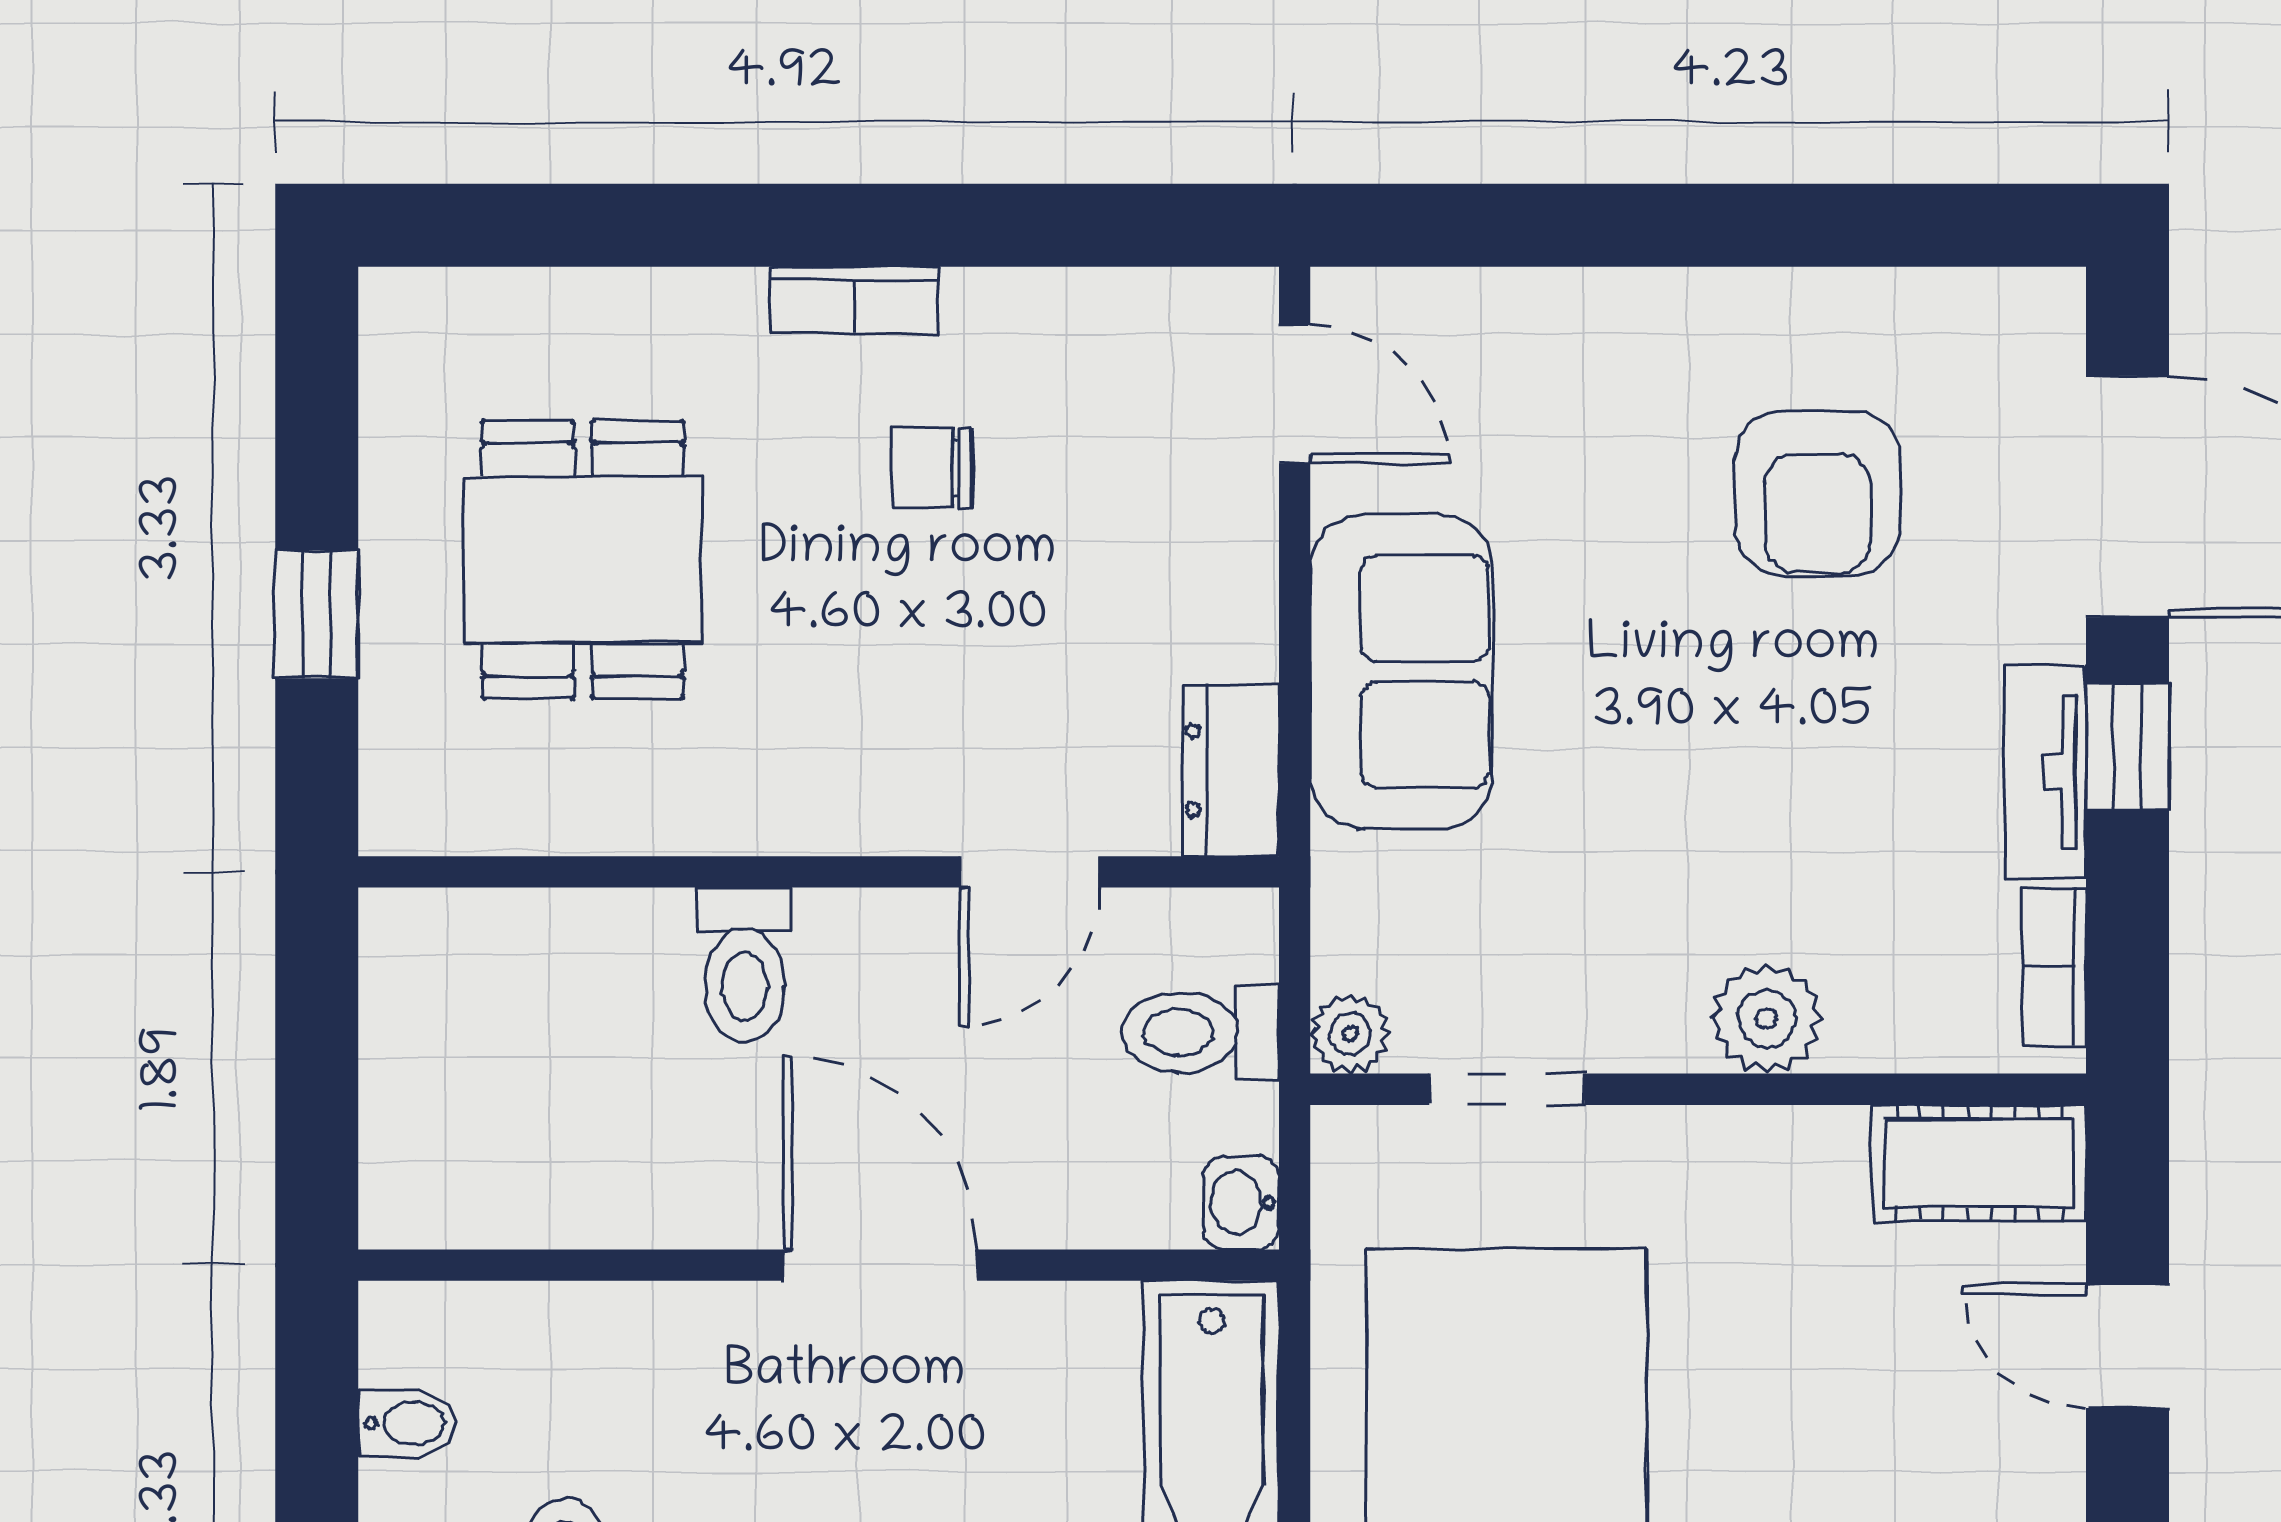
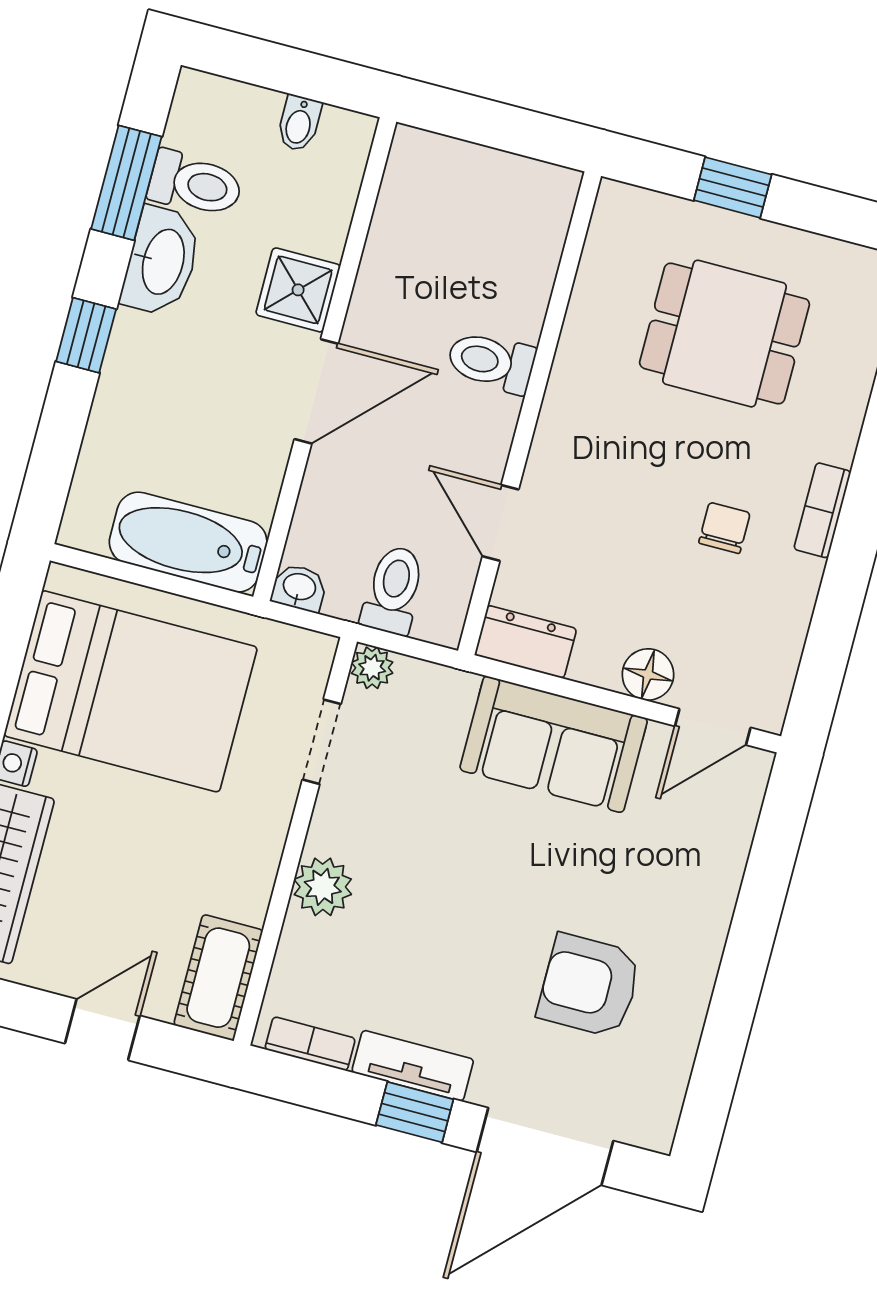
floor lamp: (1231, 535) -> (648, 675), added
shower: (707, 1346) -> (298, 290), added

